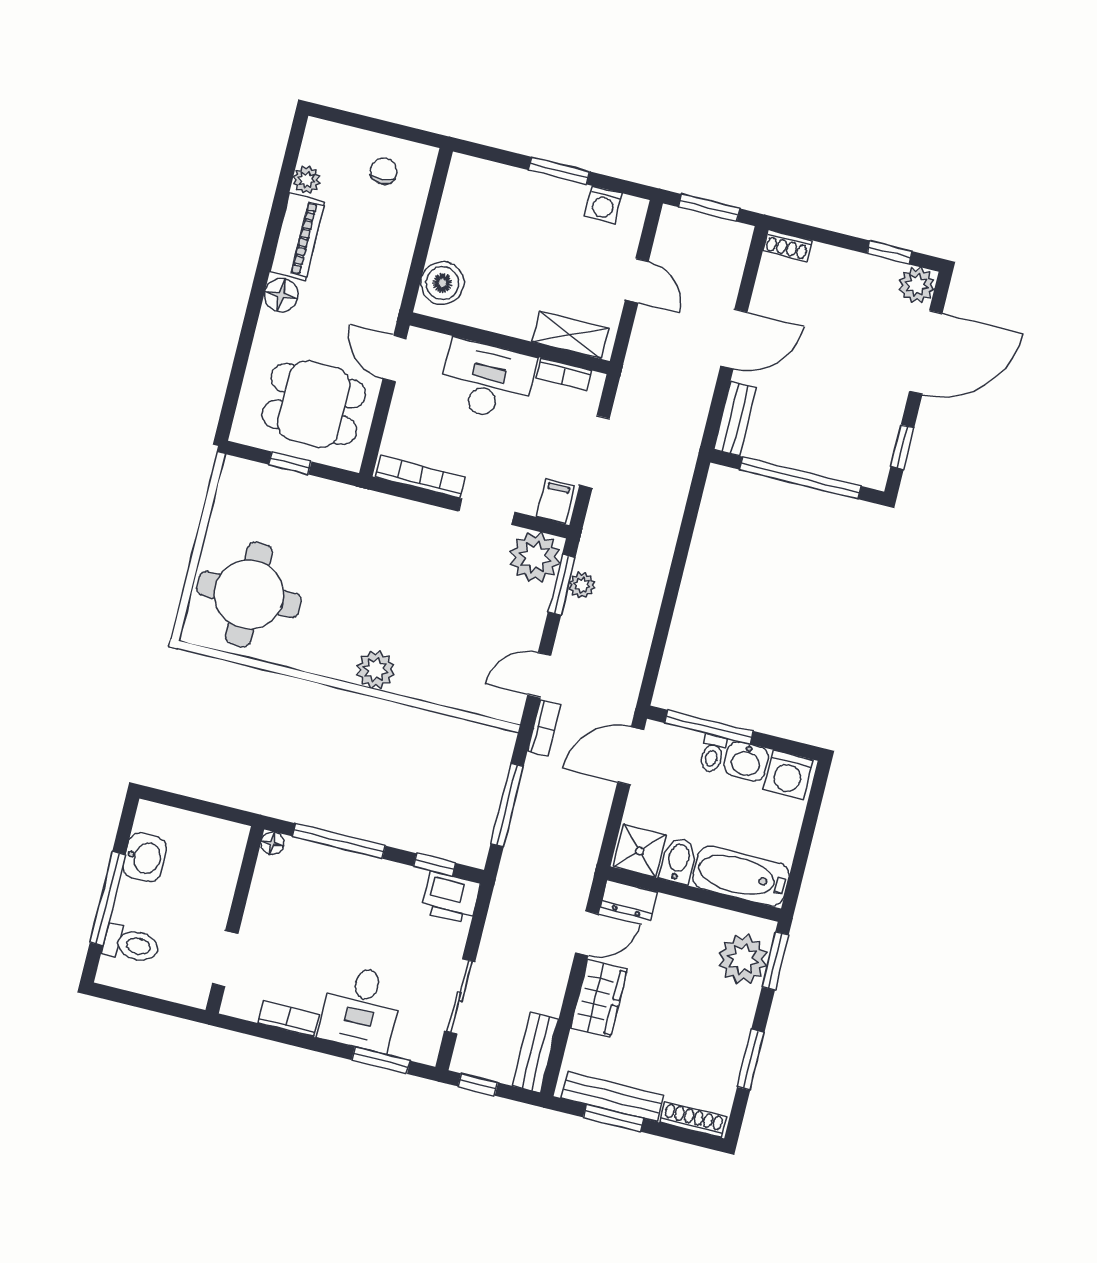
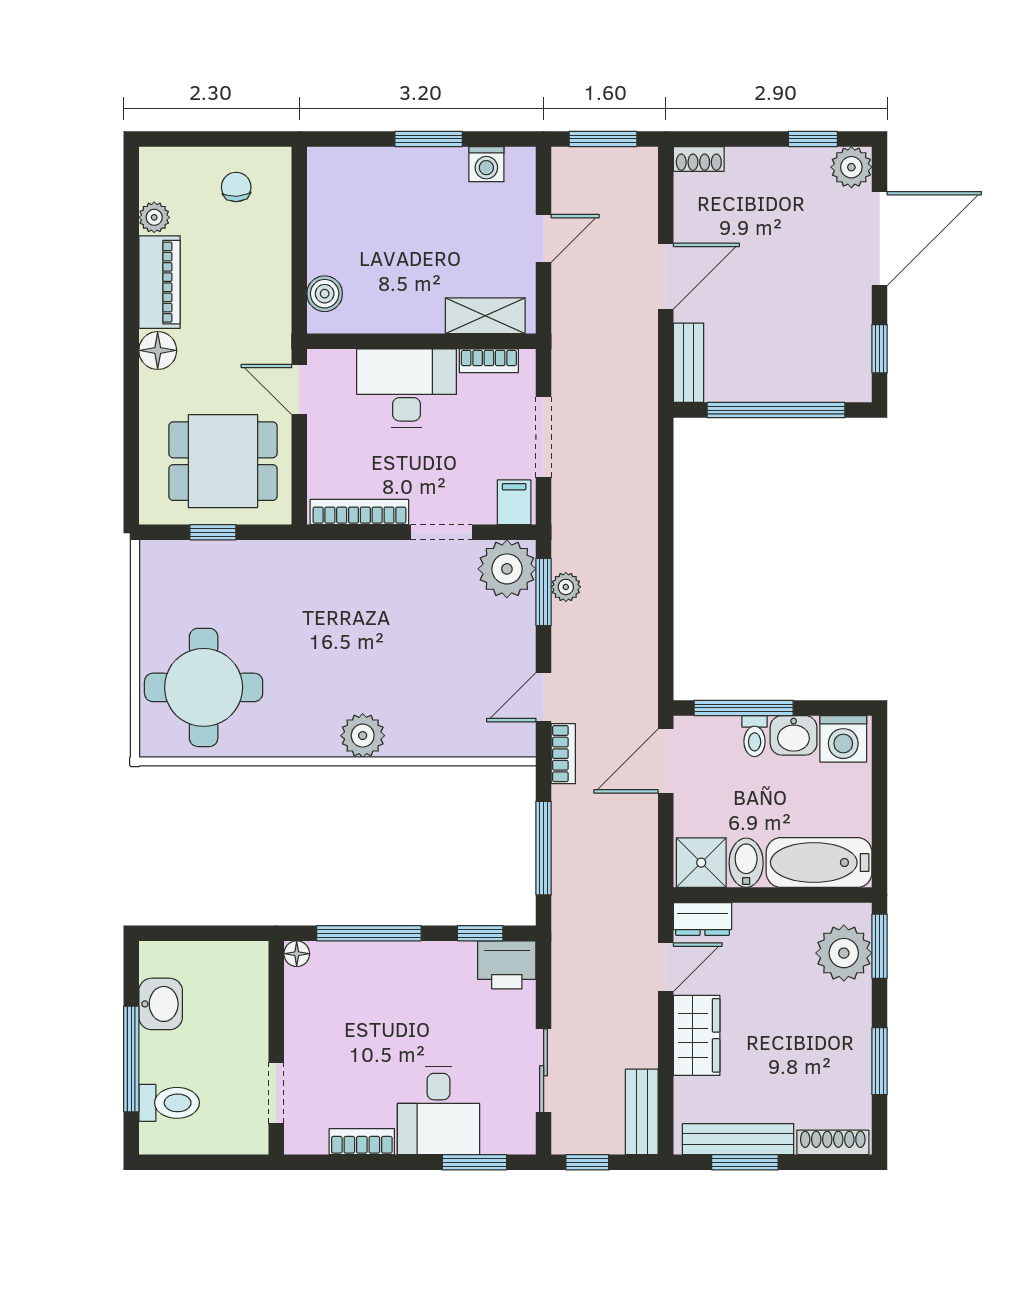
door: (637, 281) -> (544, 238), hinge flipped
boiler: (442, 283) -> (325, 294), width x0.73, depth x0.73

